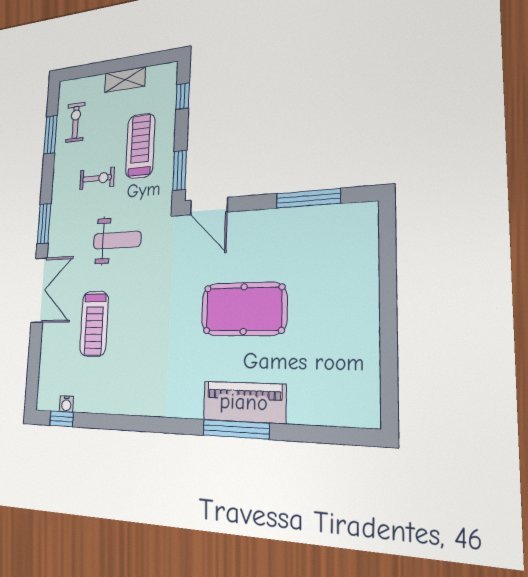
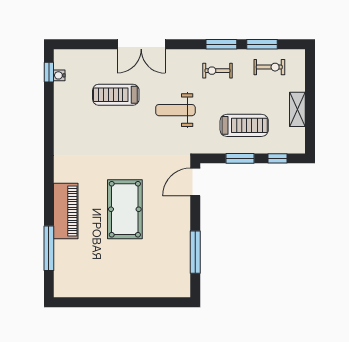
window: (180, 170) -> (240, 158), moved
exercise bike: (97, 178) -> (217, 71), moved, turned 90
window: (44, 224) -> (221, 44), moved
weight bench: (117, 240) -> (175, 110), turned 90
window: (236, 429) -> (49, 248), moved

